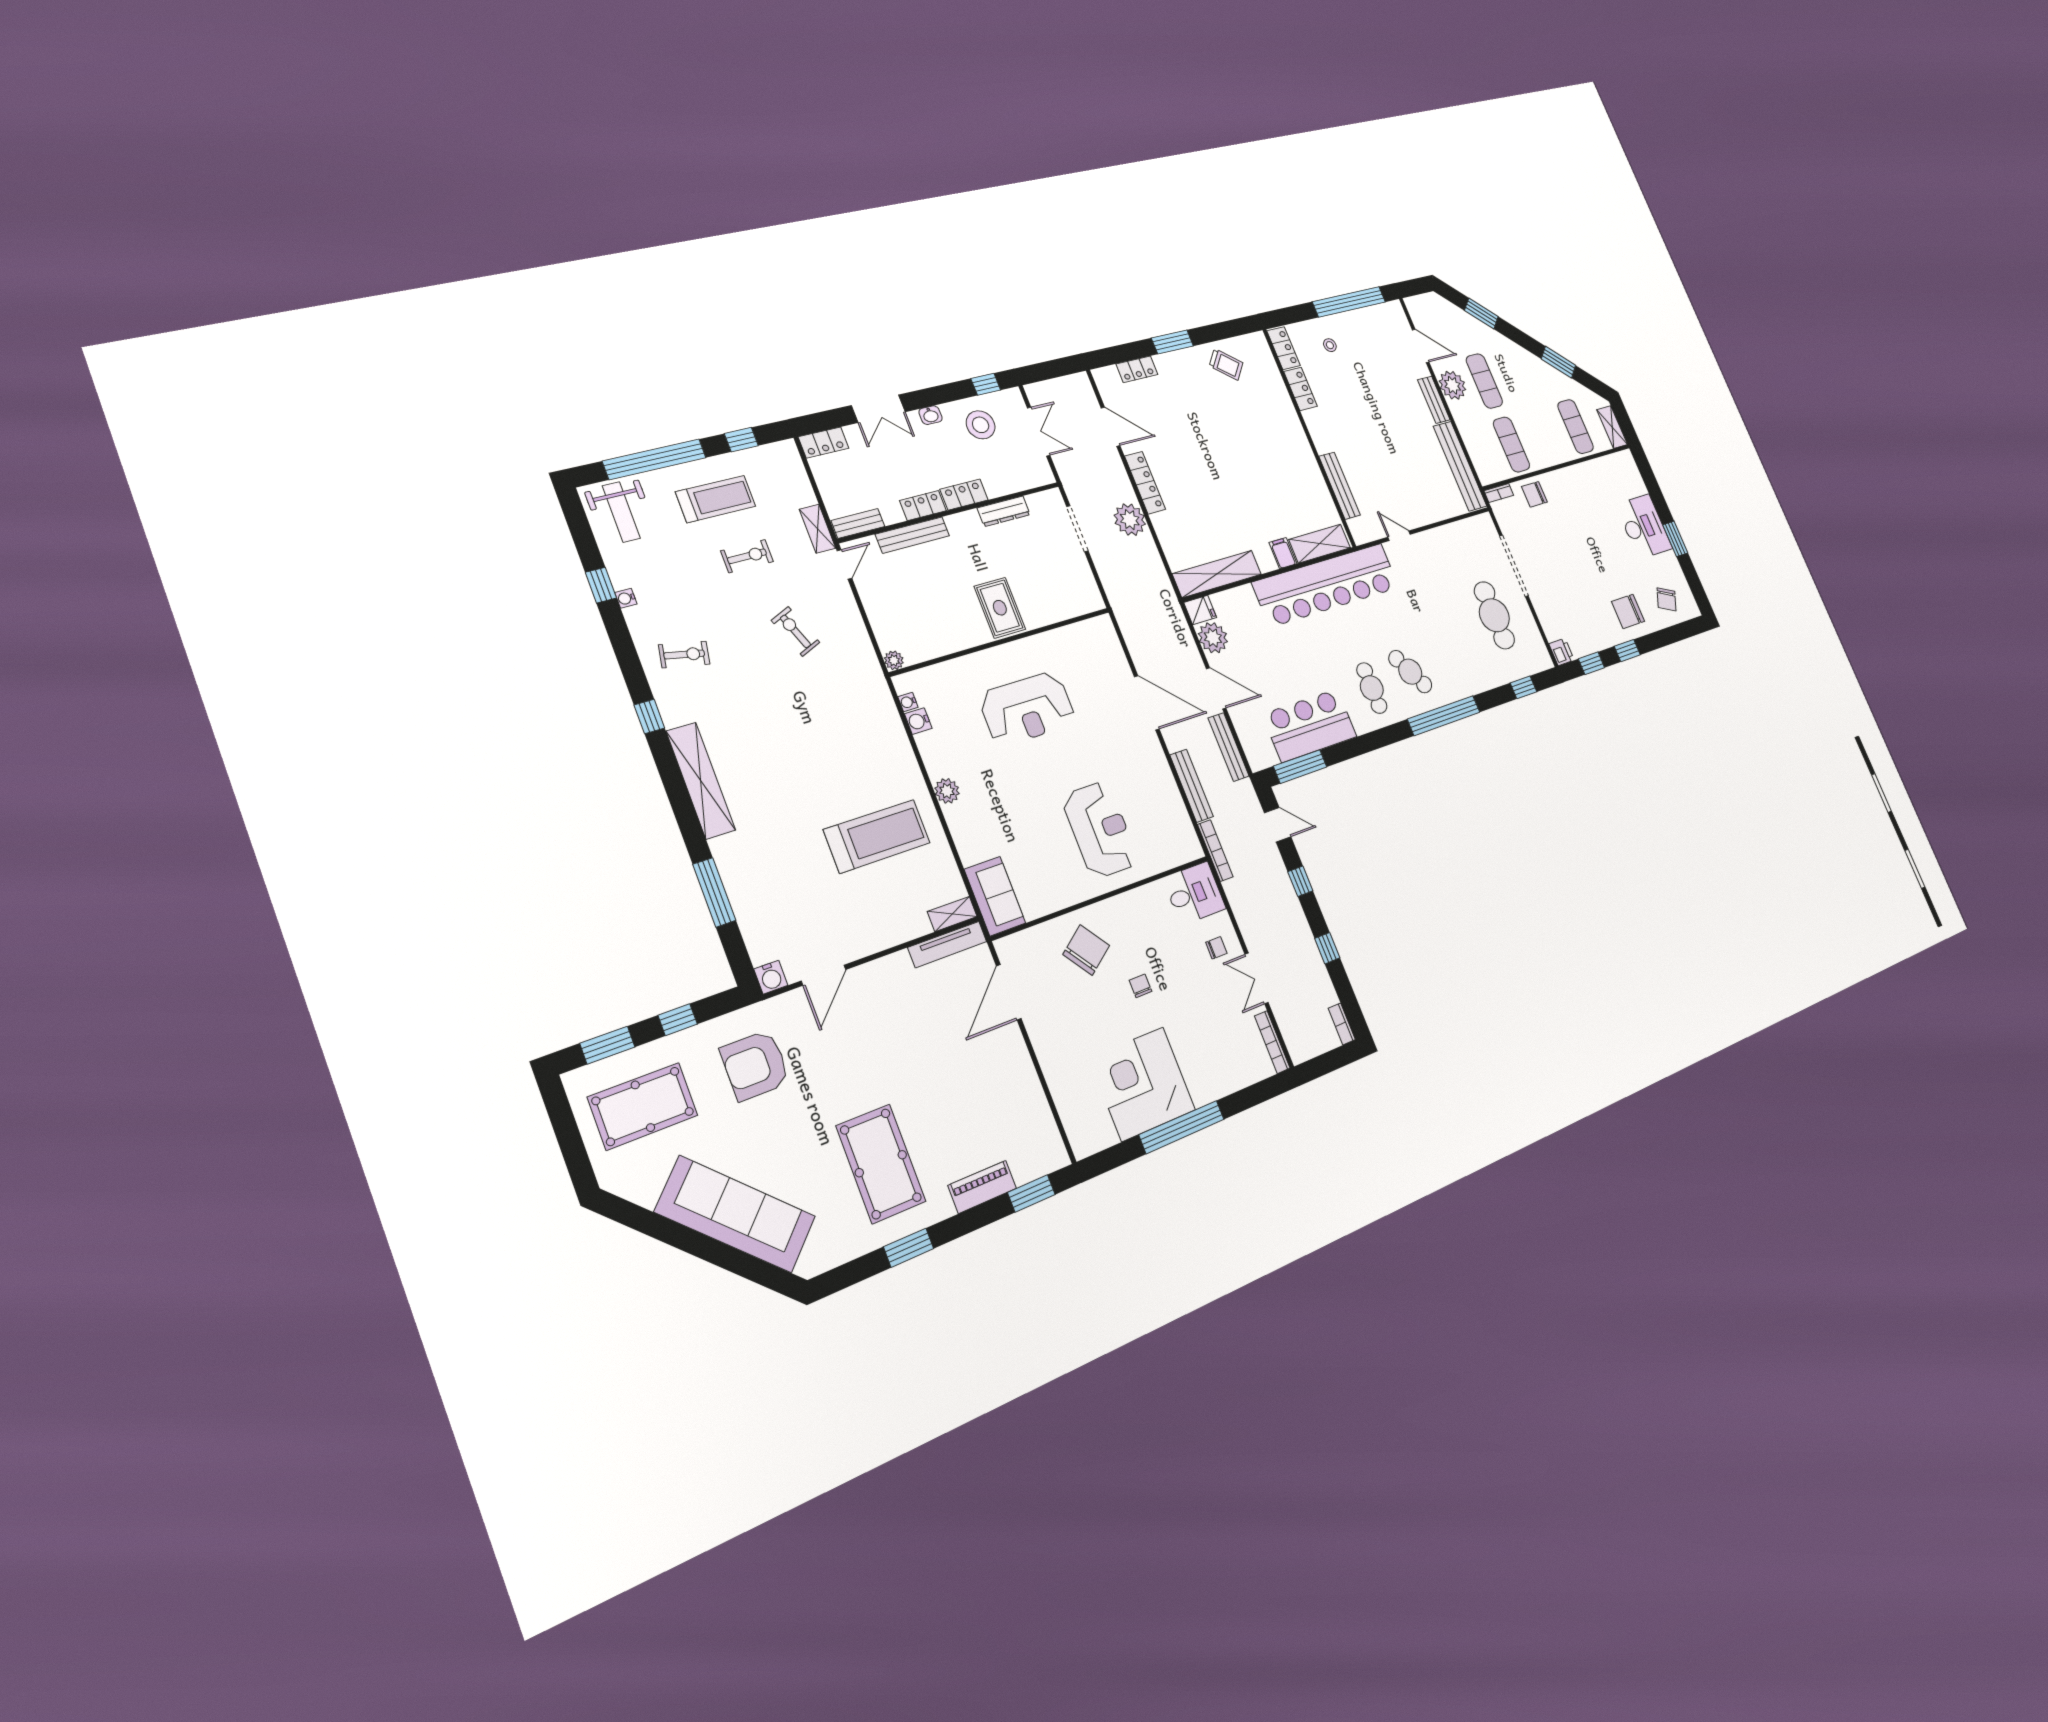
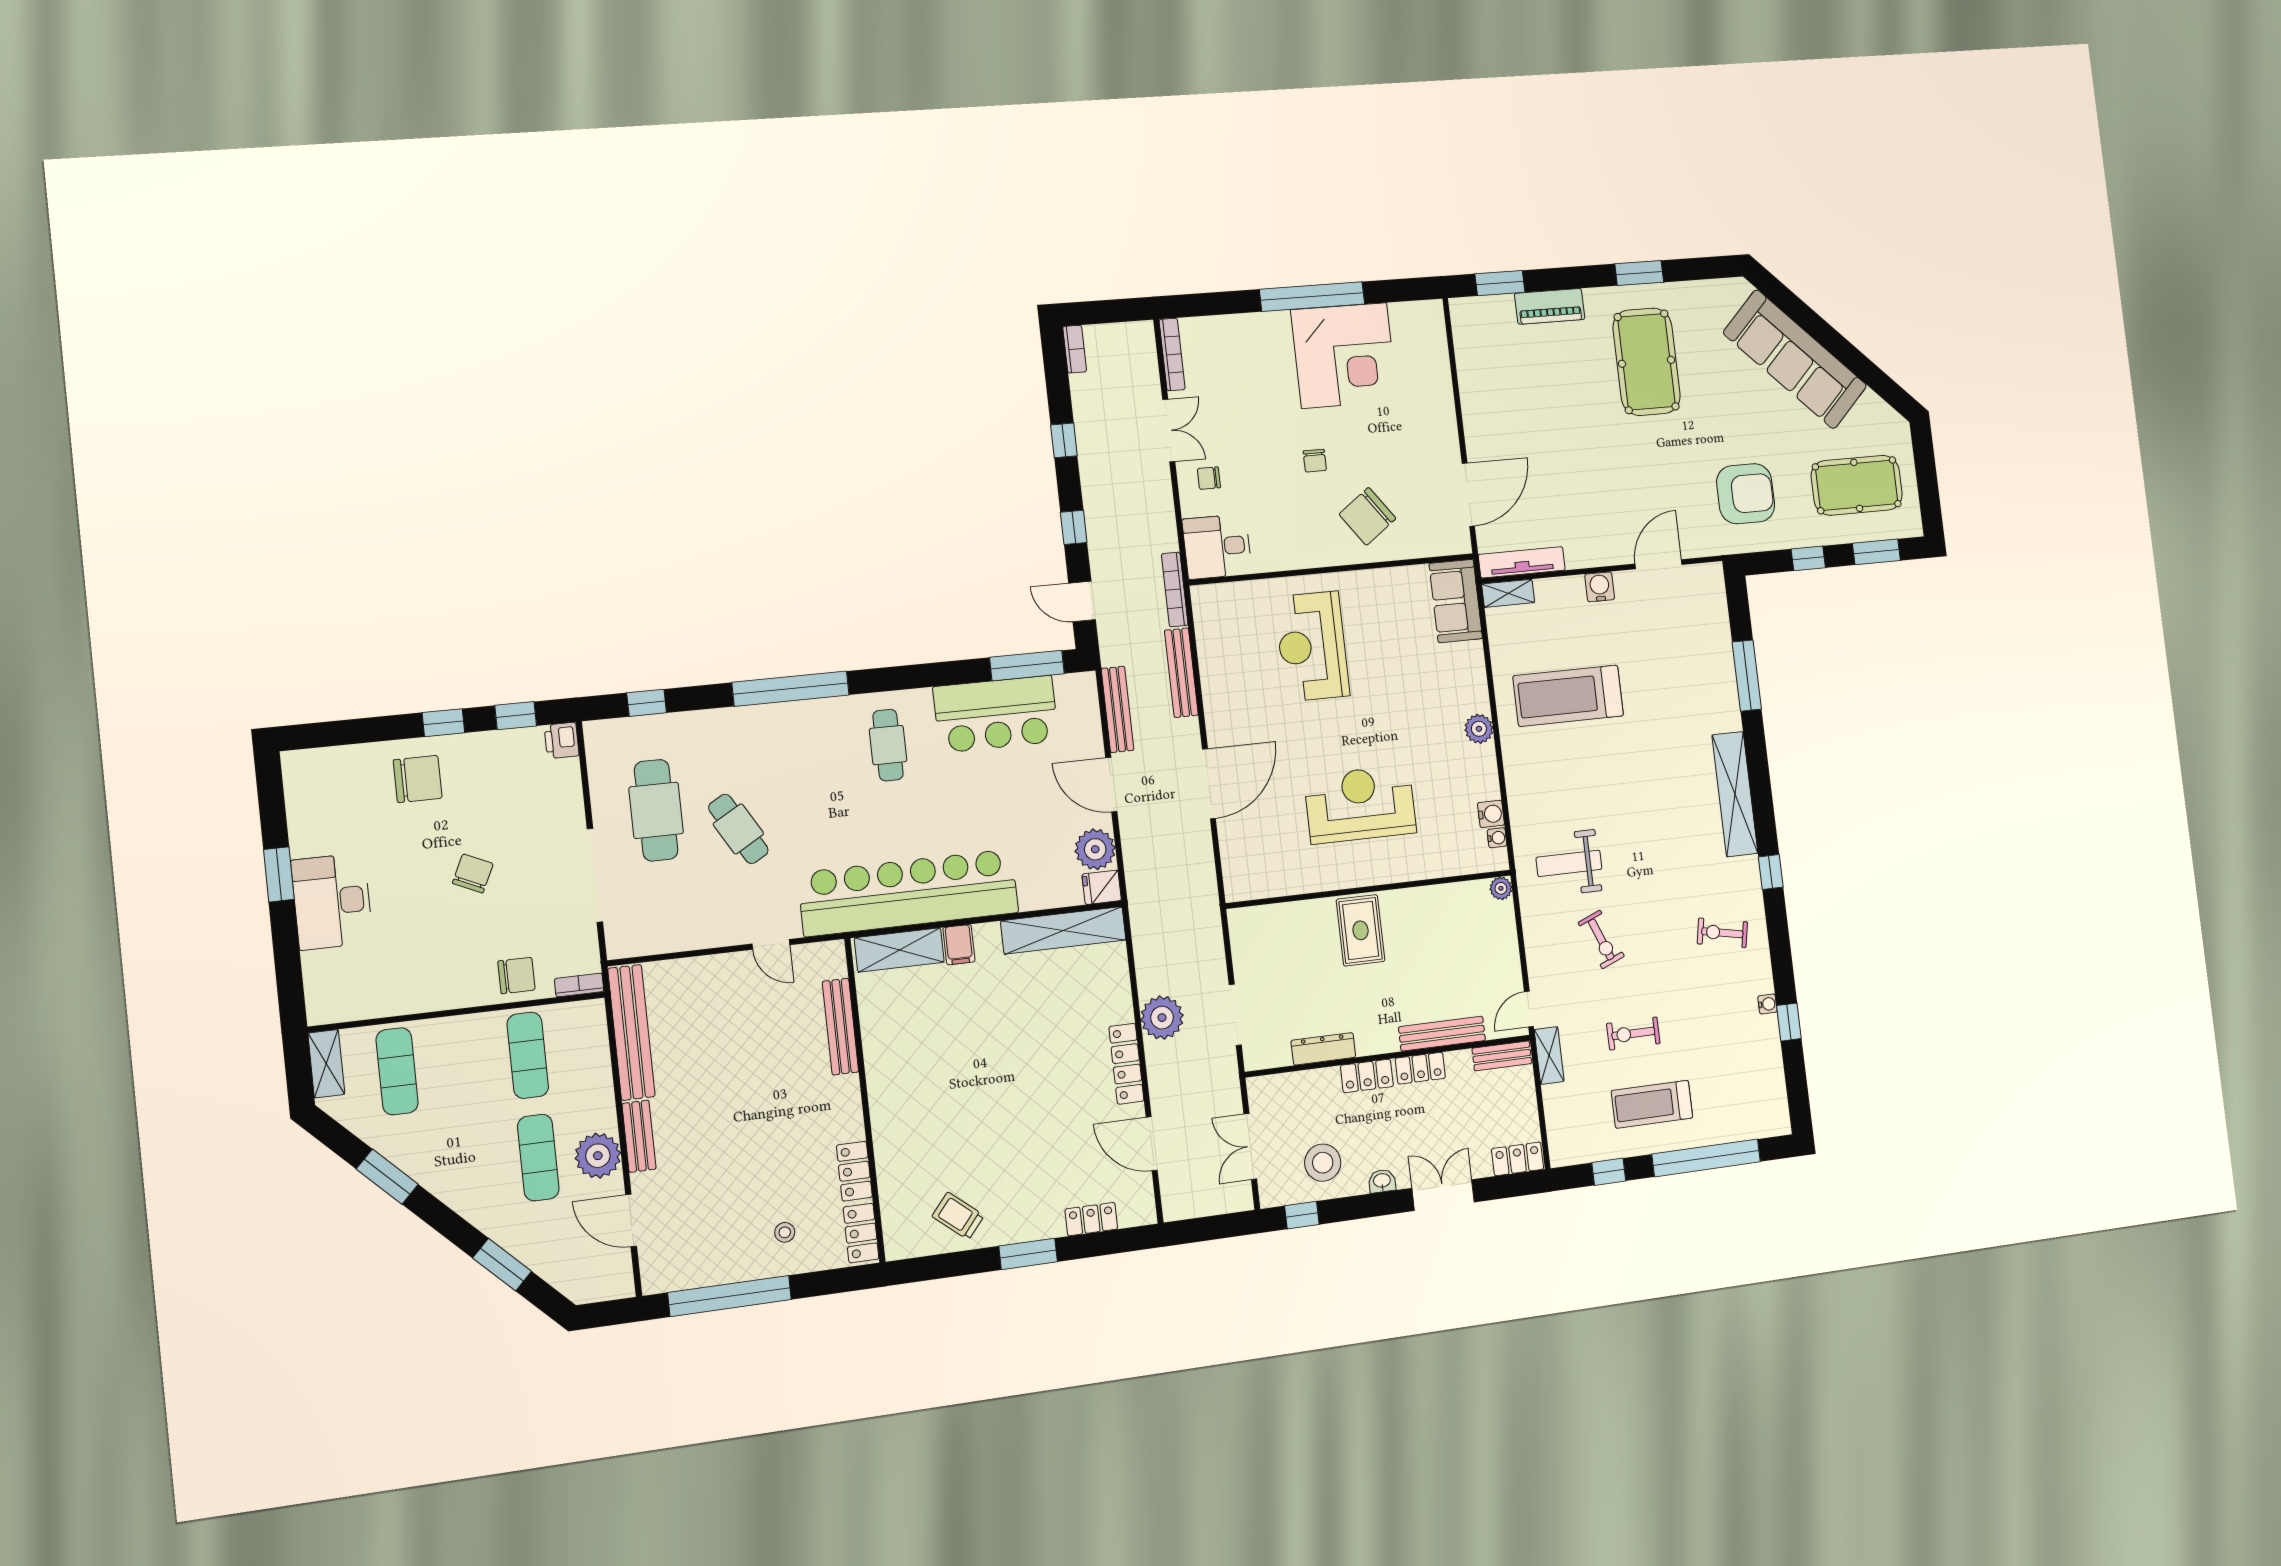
weight bench: (621, 512) -> (1569, 863), moved, turned -90
chair: (1666, 599) -> (473, 873), moved
cafe table: (1410, 672) -> (738, 829), moved
door: (1147, 703) -> (1209, 784), swing flipped
water cooler: (771, 977) -> (1600, 587), moved

